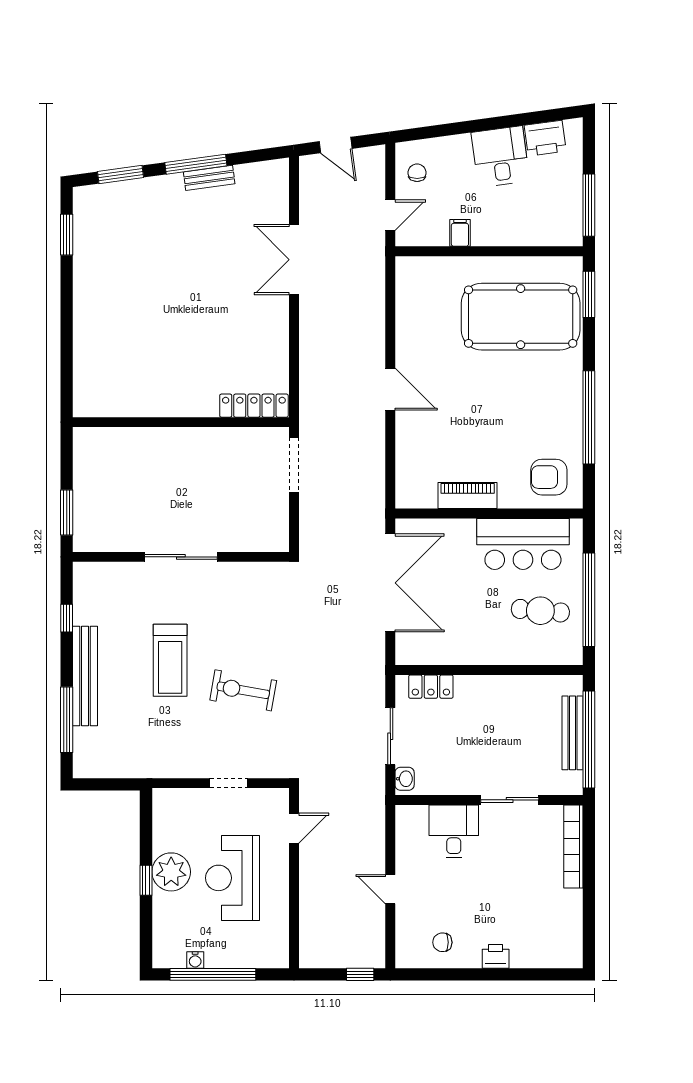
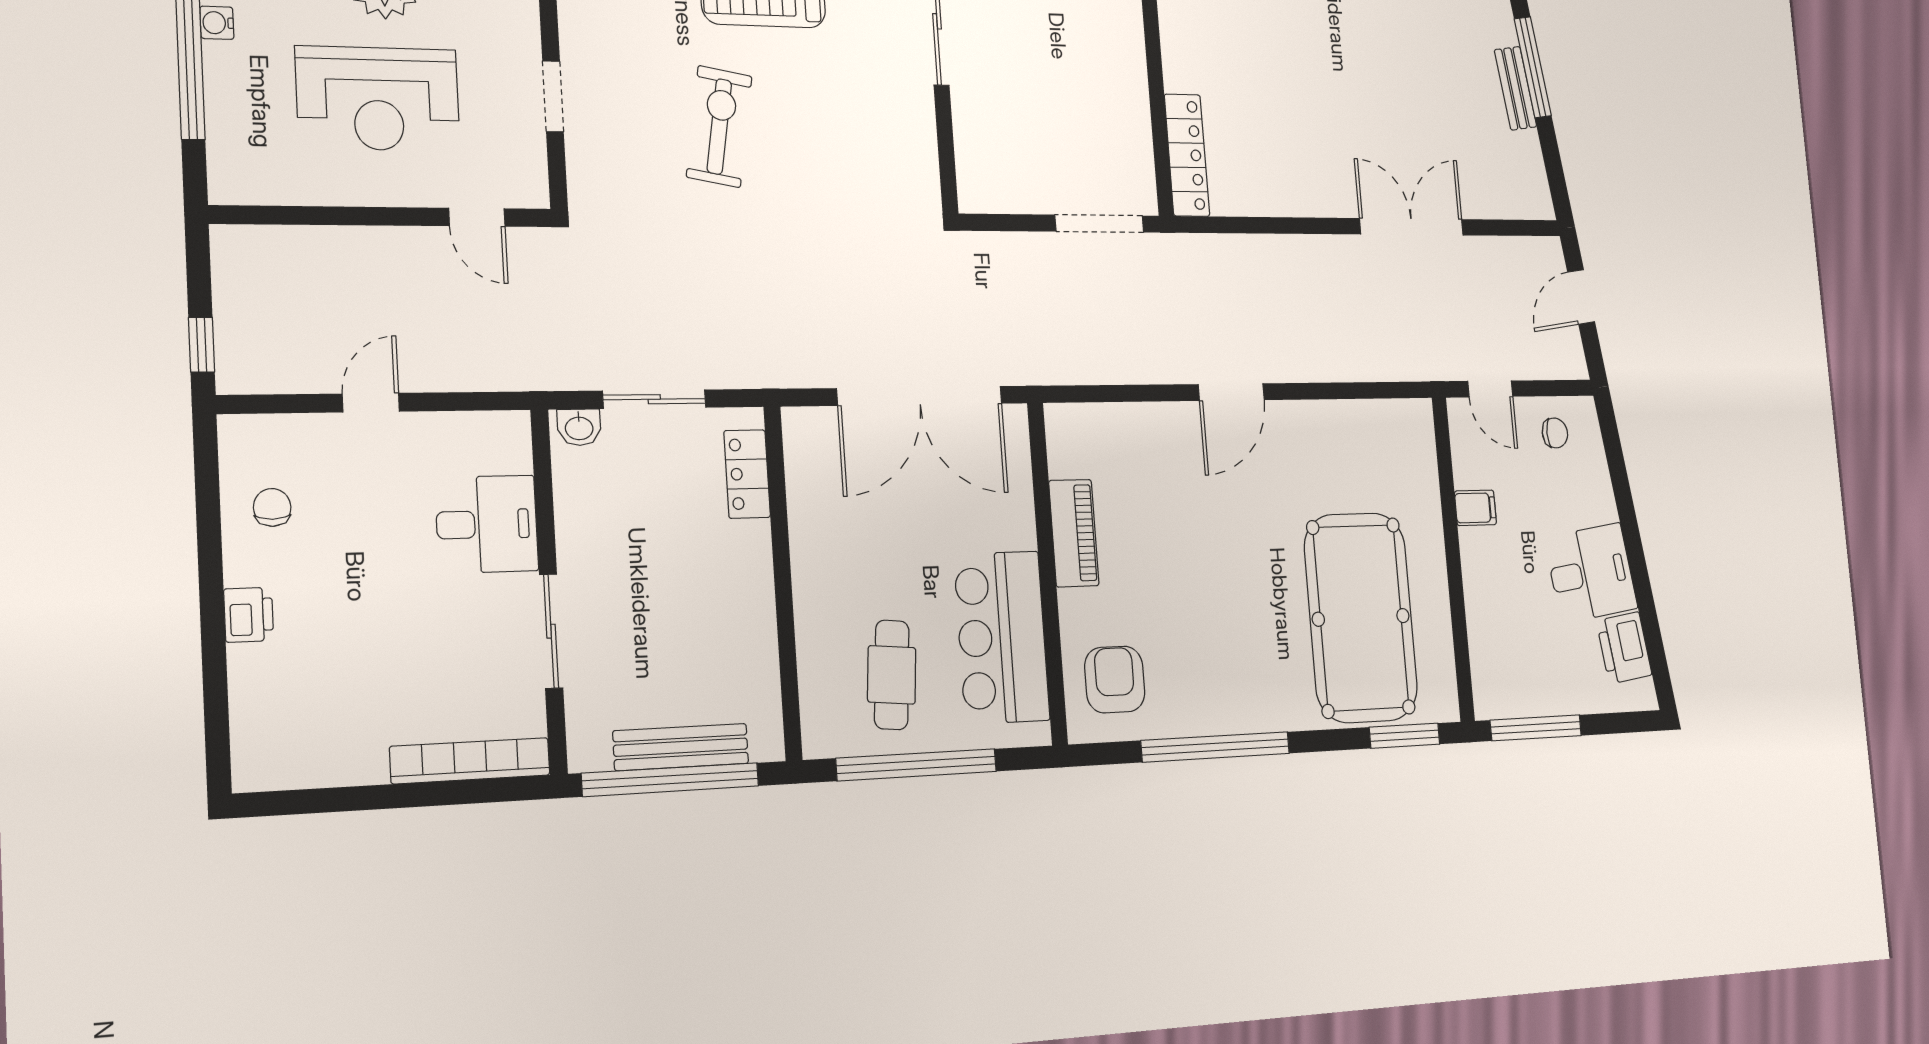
reception desk: (232, 878) -> (378, 99), turned 180

